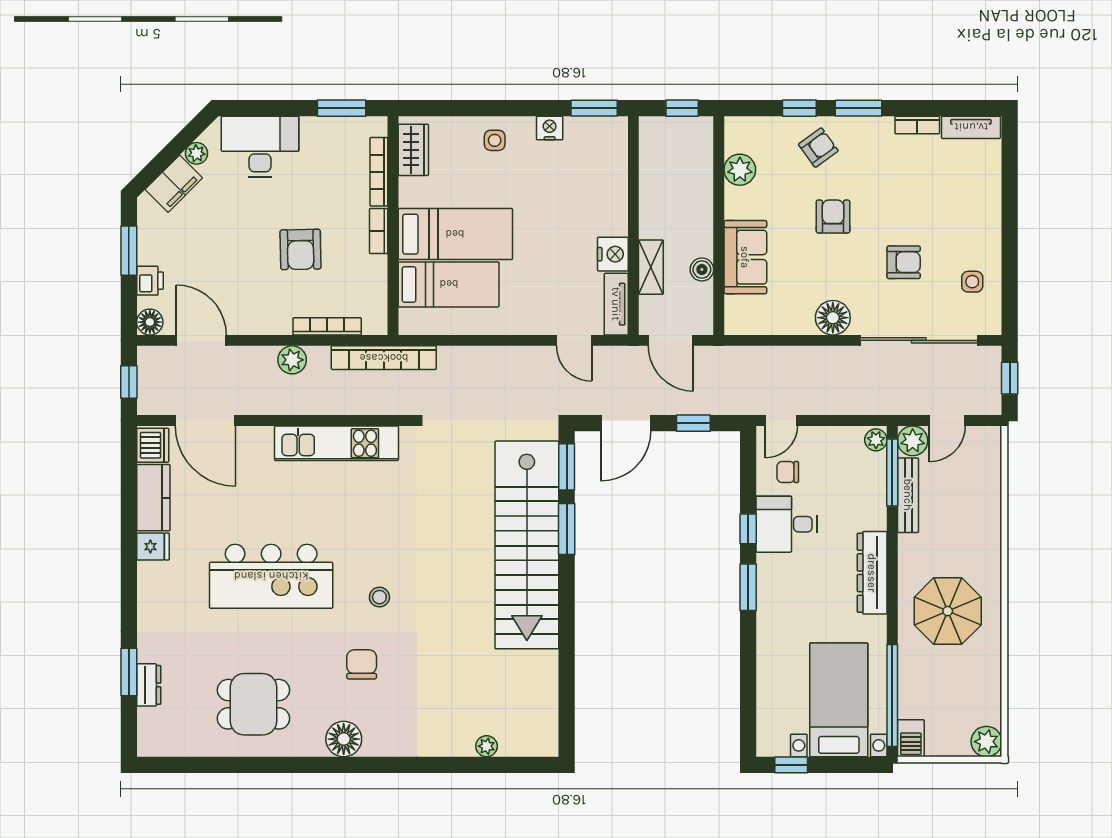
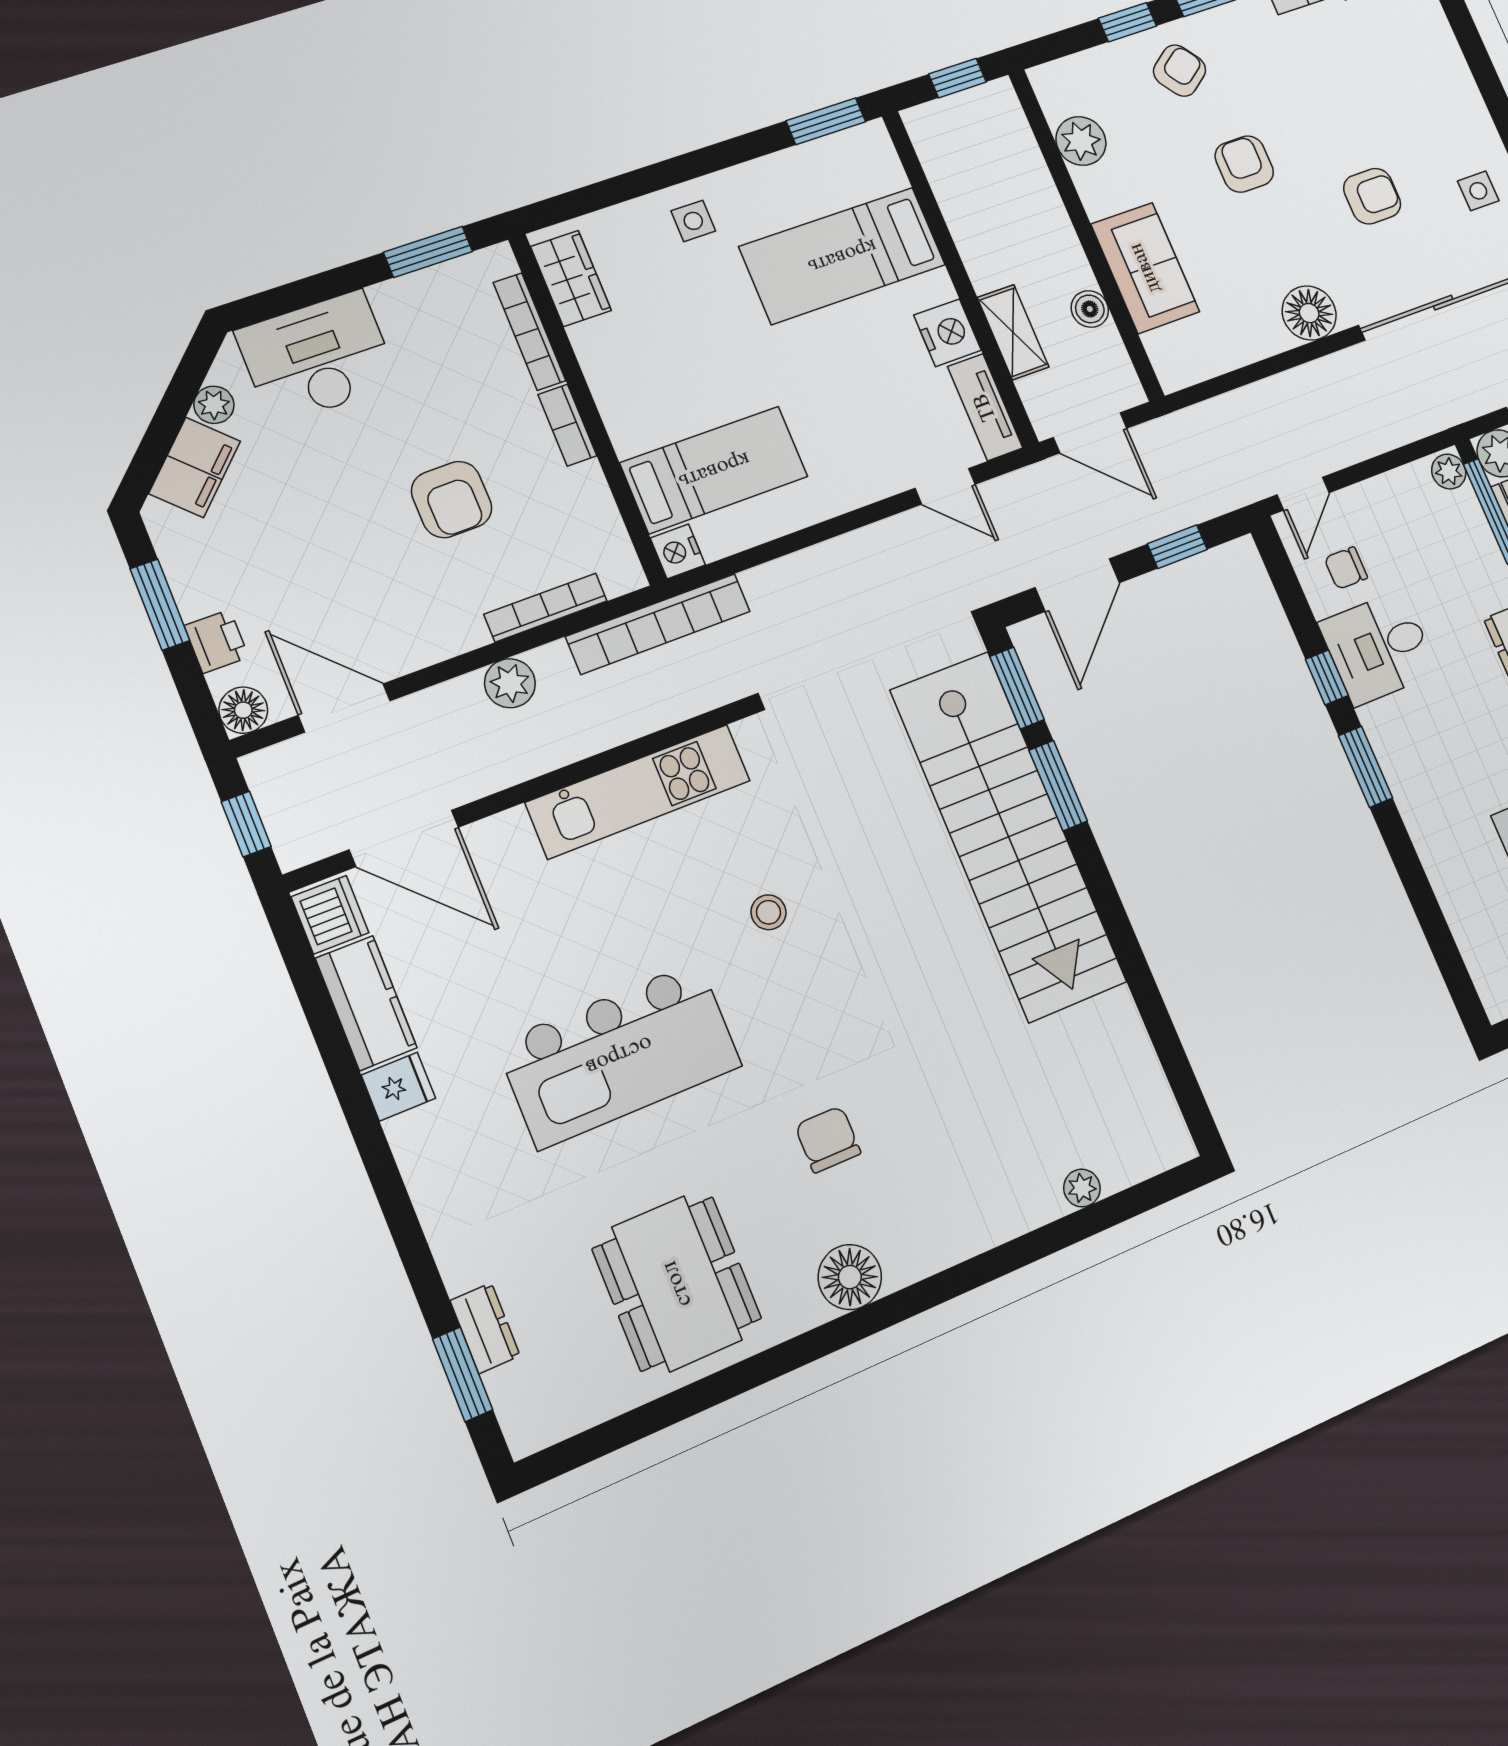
nightstand: (550, 128) -> (678, 551), moved, turned -90
bed: (455, 234) -> (842, 256), moved, turned 180
stool: (379, 597) -> (769, 912), moved
window: (129, 672) -> (463, 1374), moved
dining table: (253, 704) -> (677, 1284), width x1.38

